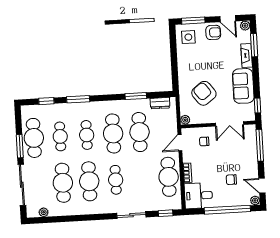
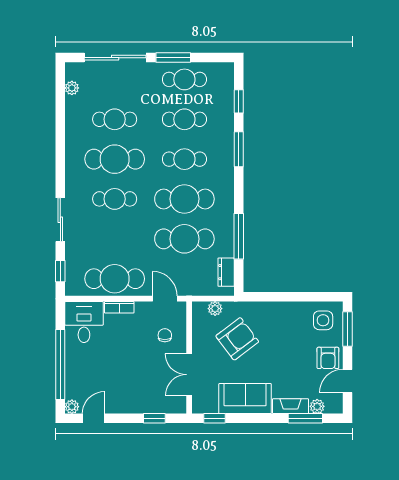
plant: (245, 26) -> (317, 406), moved
window: (136, 96) -> (239, 236), width x1.44
plant: (185, 120) -> (215, 309), moved
cafe table: (34, 138) -> (184, 79), width x0.73, depth x0.74
window: (260, 145) -> (154, 418), width x0.46
chair: (231, 180) -> (105, 373), removed
cafe table: (63, 183) -> (115, 119), width x0.73, depth x0.74

